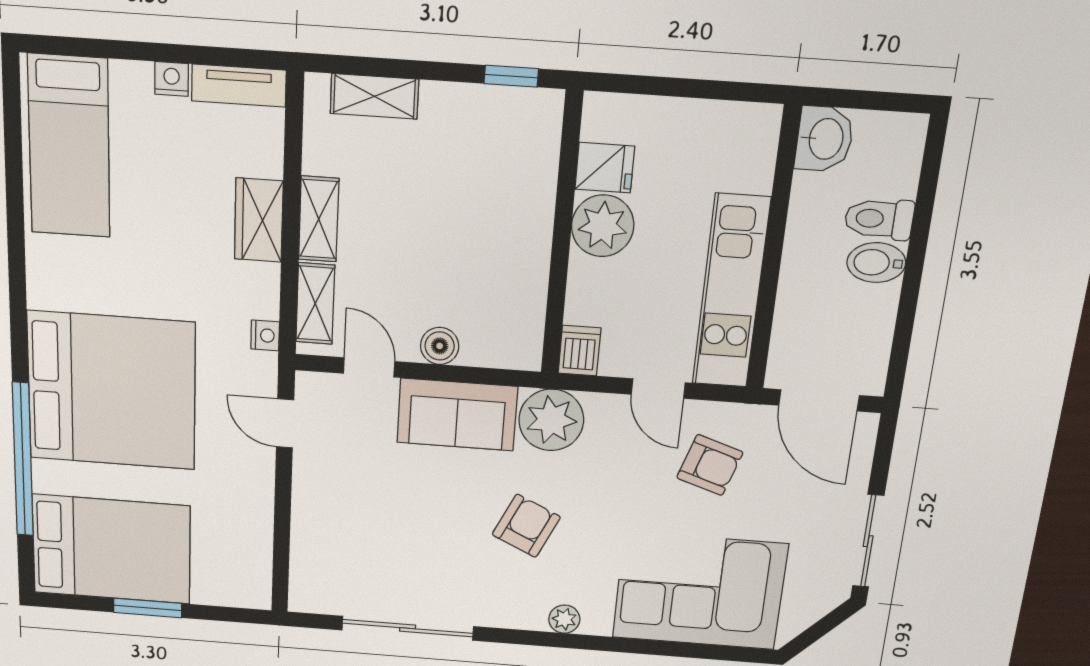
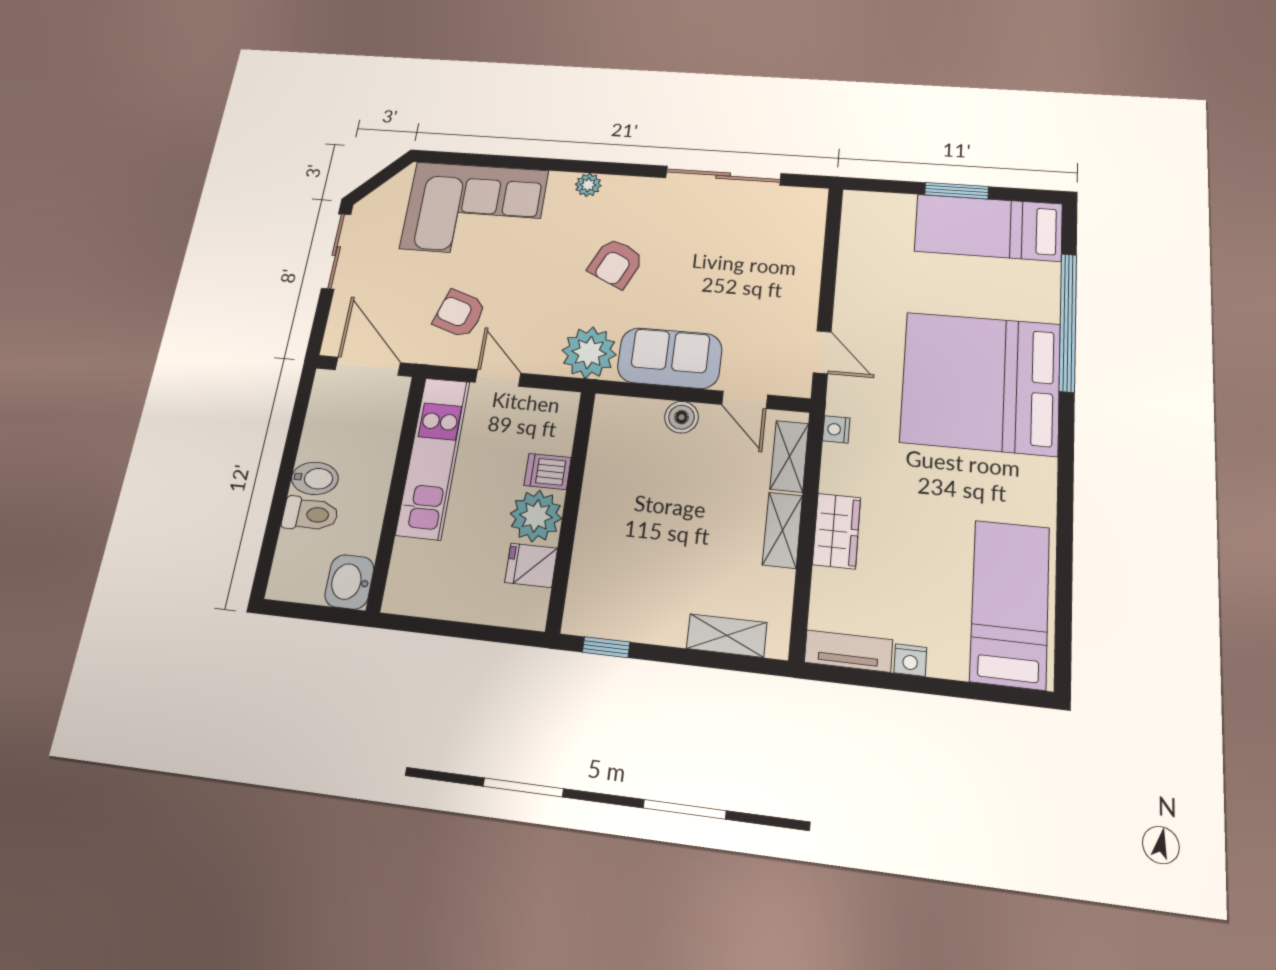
dishwasher: (579, 351) -> (548, 471), moved, turned 90
bed: (111, 549) -> (988, 228), width x0.67

